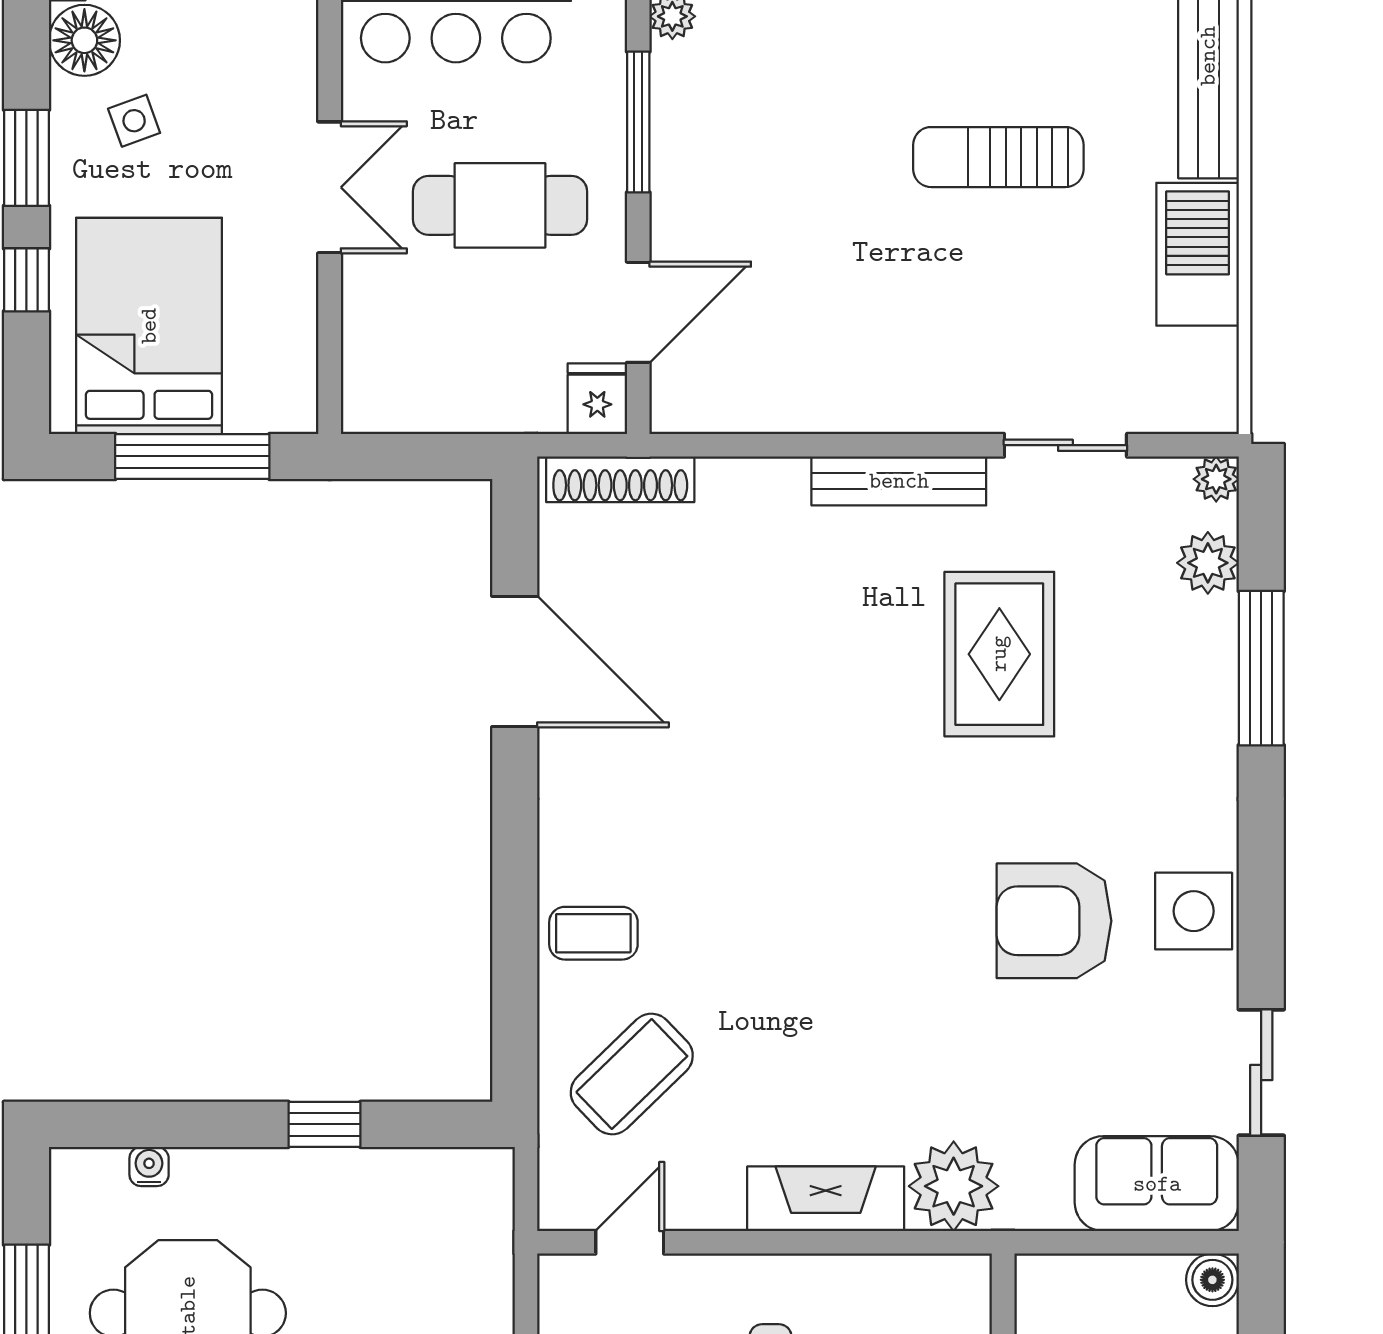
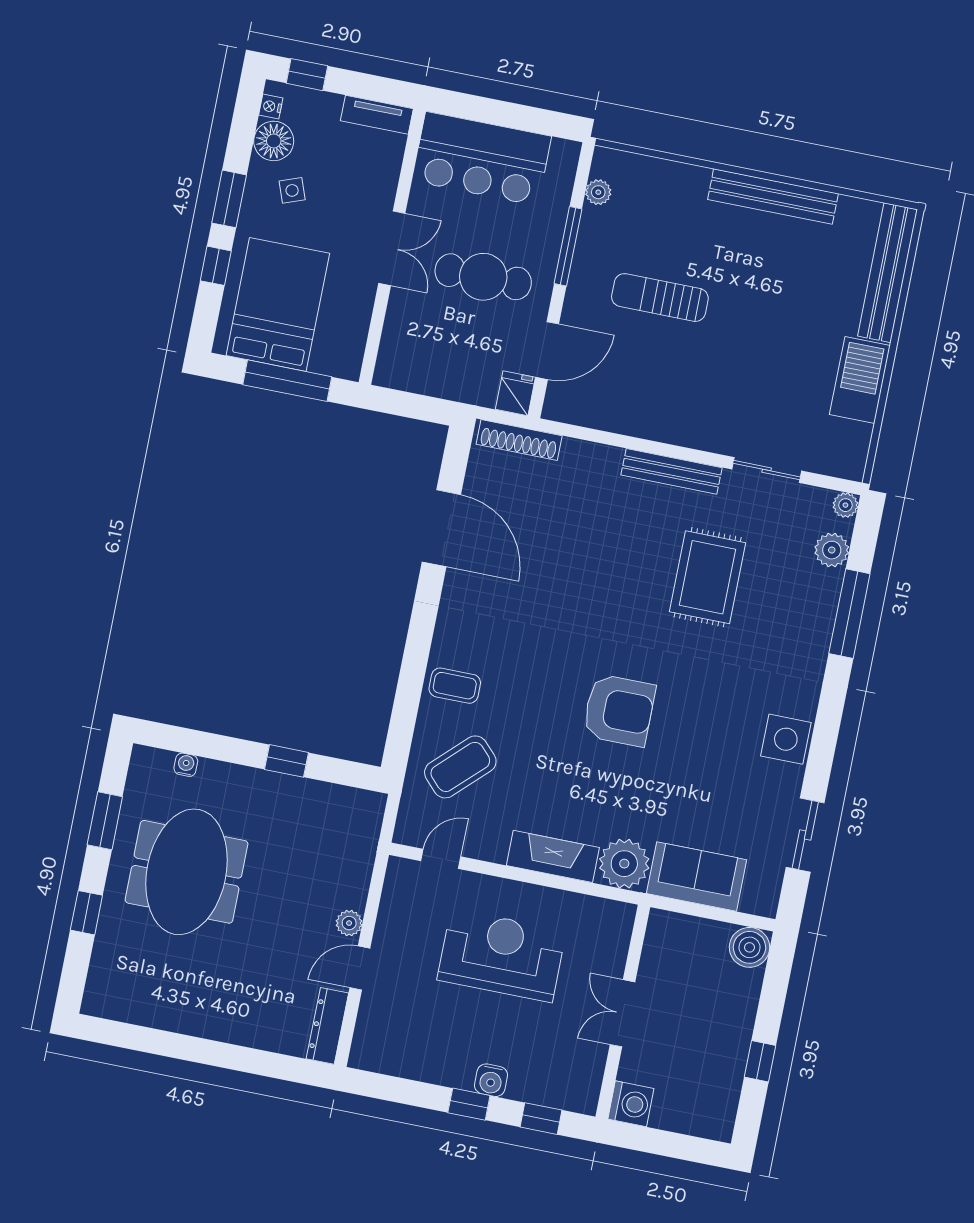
sun lounger: (998, 157) -> (660, 298), moved
armchair: (1054, 921) -> (619, 710), moved, turned 180
sofa: (1157, 1184) -> (697, 877), moved
boiler: (1212, 1280) -> (749, 947), width x1.36, depth x1.36

